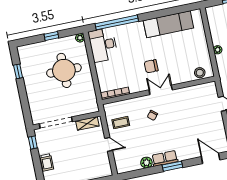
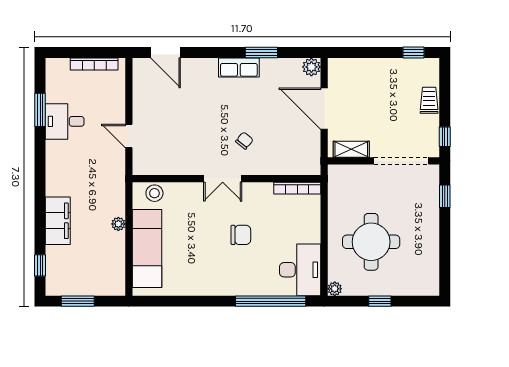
exam couch: (168, 24) -> (147, 249), moved, turned 90
chair: (151, 66) -> (241, 235), moved
window: (18, 71) -> (445, 196), moved
coffee table: (121, 123) -> (297, 140), removed
door: (109, 144) -> (324, 109), width x1.87
plant: (146, 163) -> (311, 67), moved
window: (172, 166) -> (261, 53), moved

